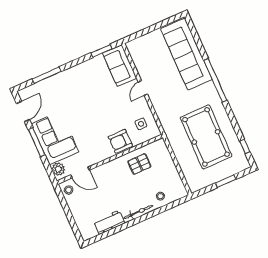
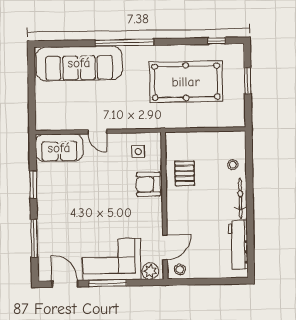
window: (101, 51) -> (33, 184), moved
armchair: (120, 141) -> (148, 184), turned 90
workbench: (109, 222) -> (238, 245), width x1.38

